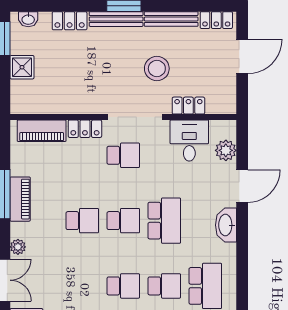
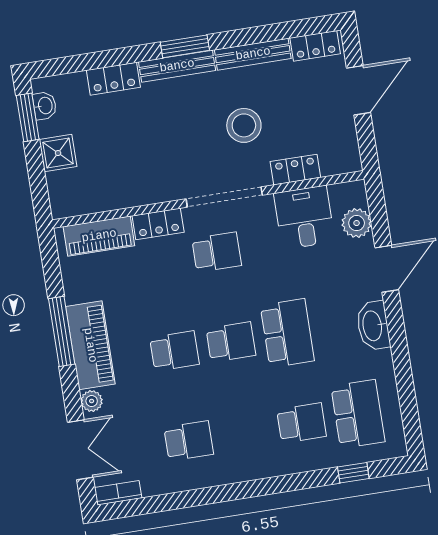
washbasin: (28, 19) -> (45, 106), moved, turned -90
piano: (20, 199) -> (90, 345), width x1.37, depth x1.33
school desk: (123, 286) -> (189, 441), moved

